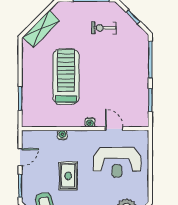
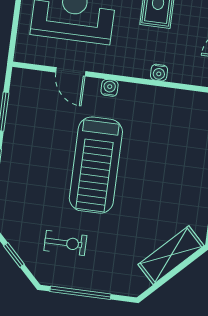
treadmill: (66, 77) -> (96, 165), moved

